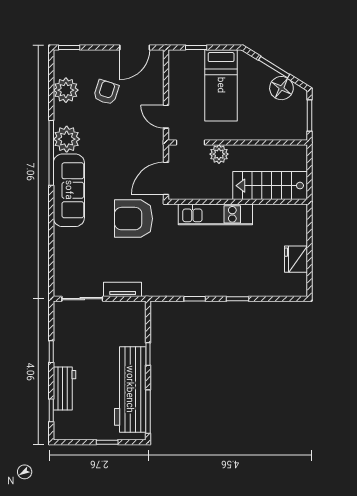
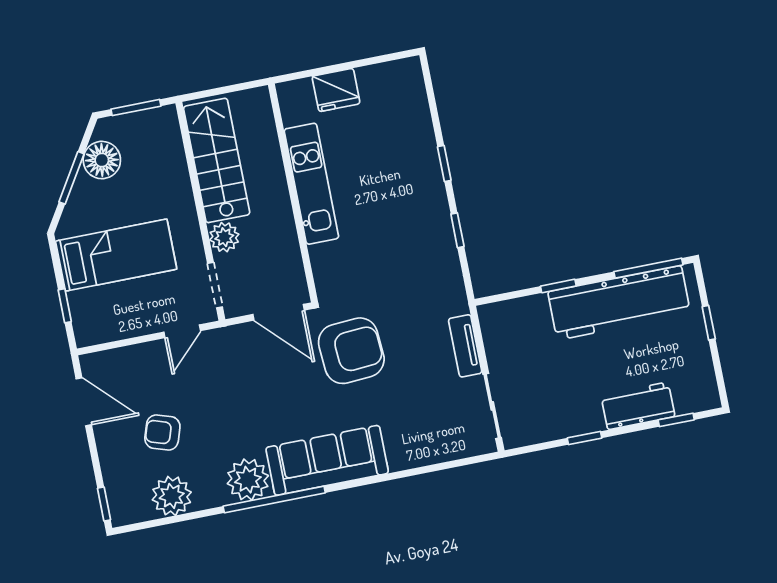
stairs: (270, 186) -> (217, 160), moved, turned 180
kitchen unit: (215, 214) -> (311, 184), moved
armchair: (133, 219) -> (351, 351), turned -94
fridge: (296, 259) -> (336, 90), moved

